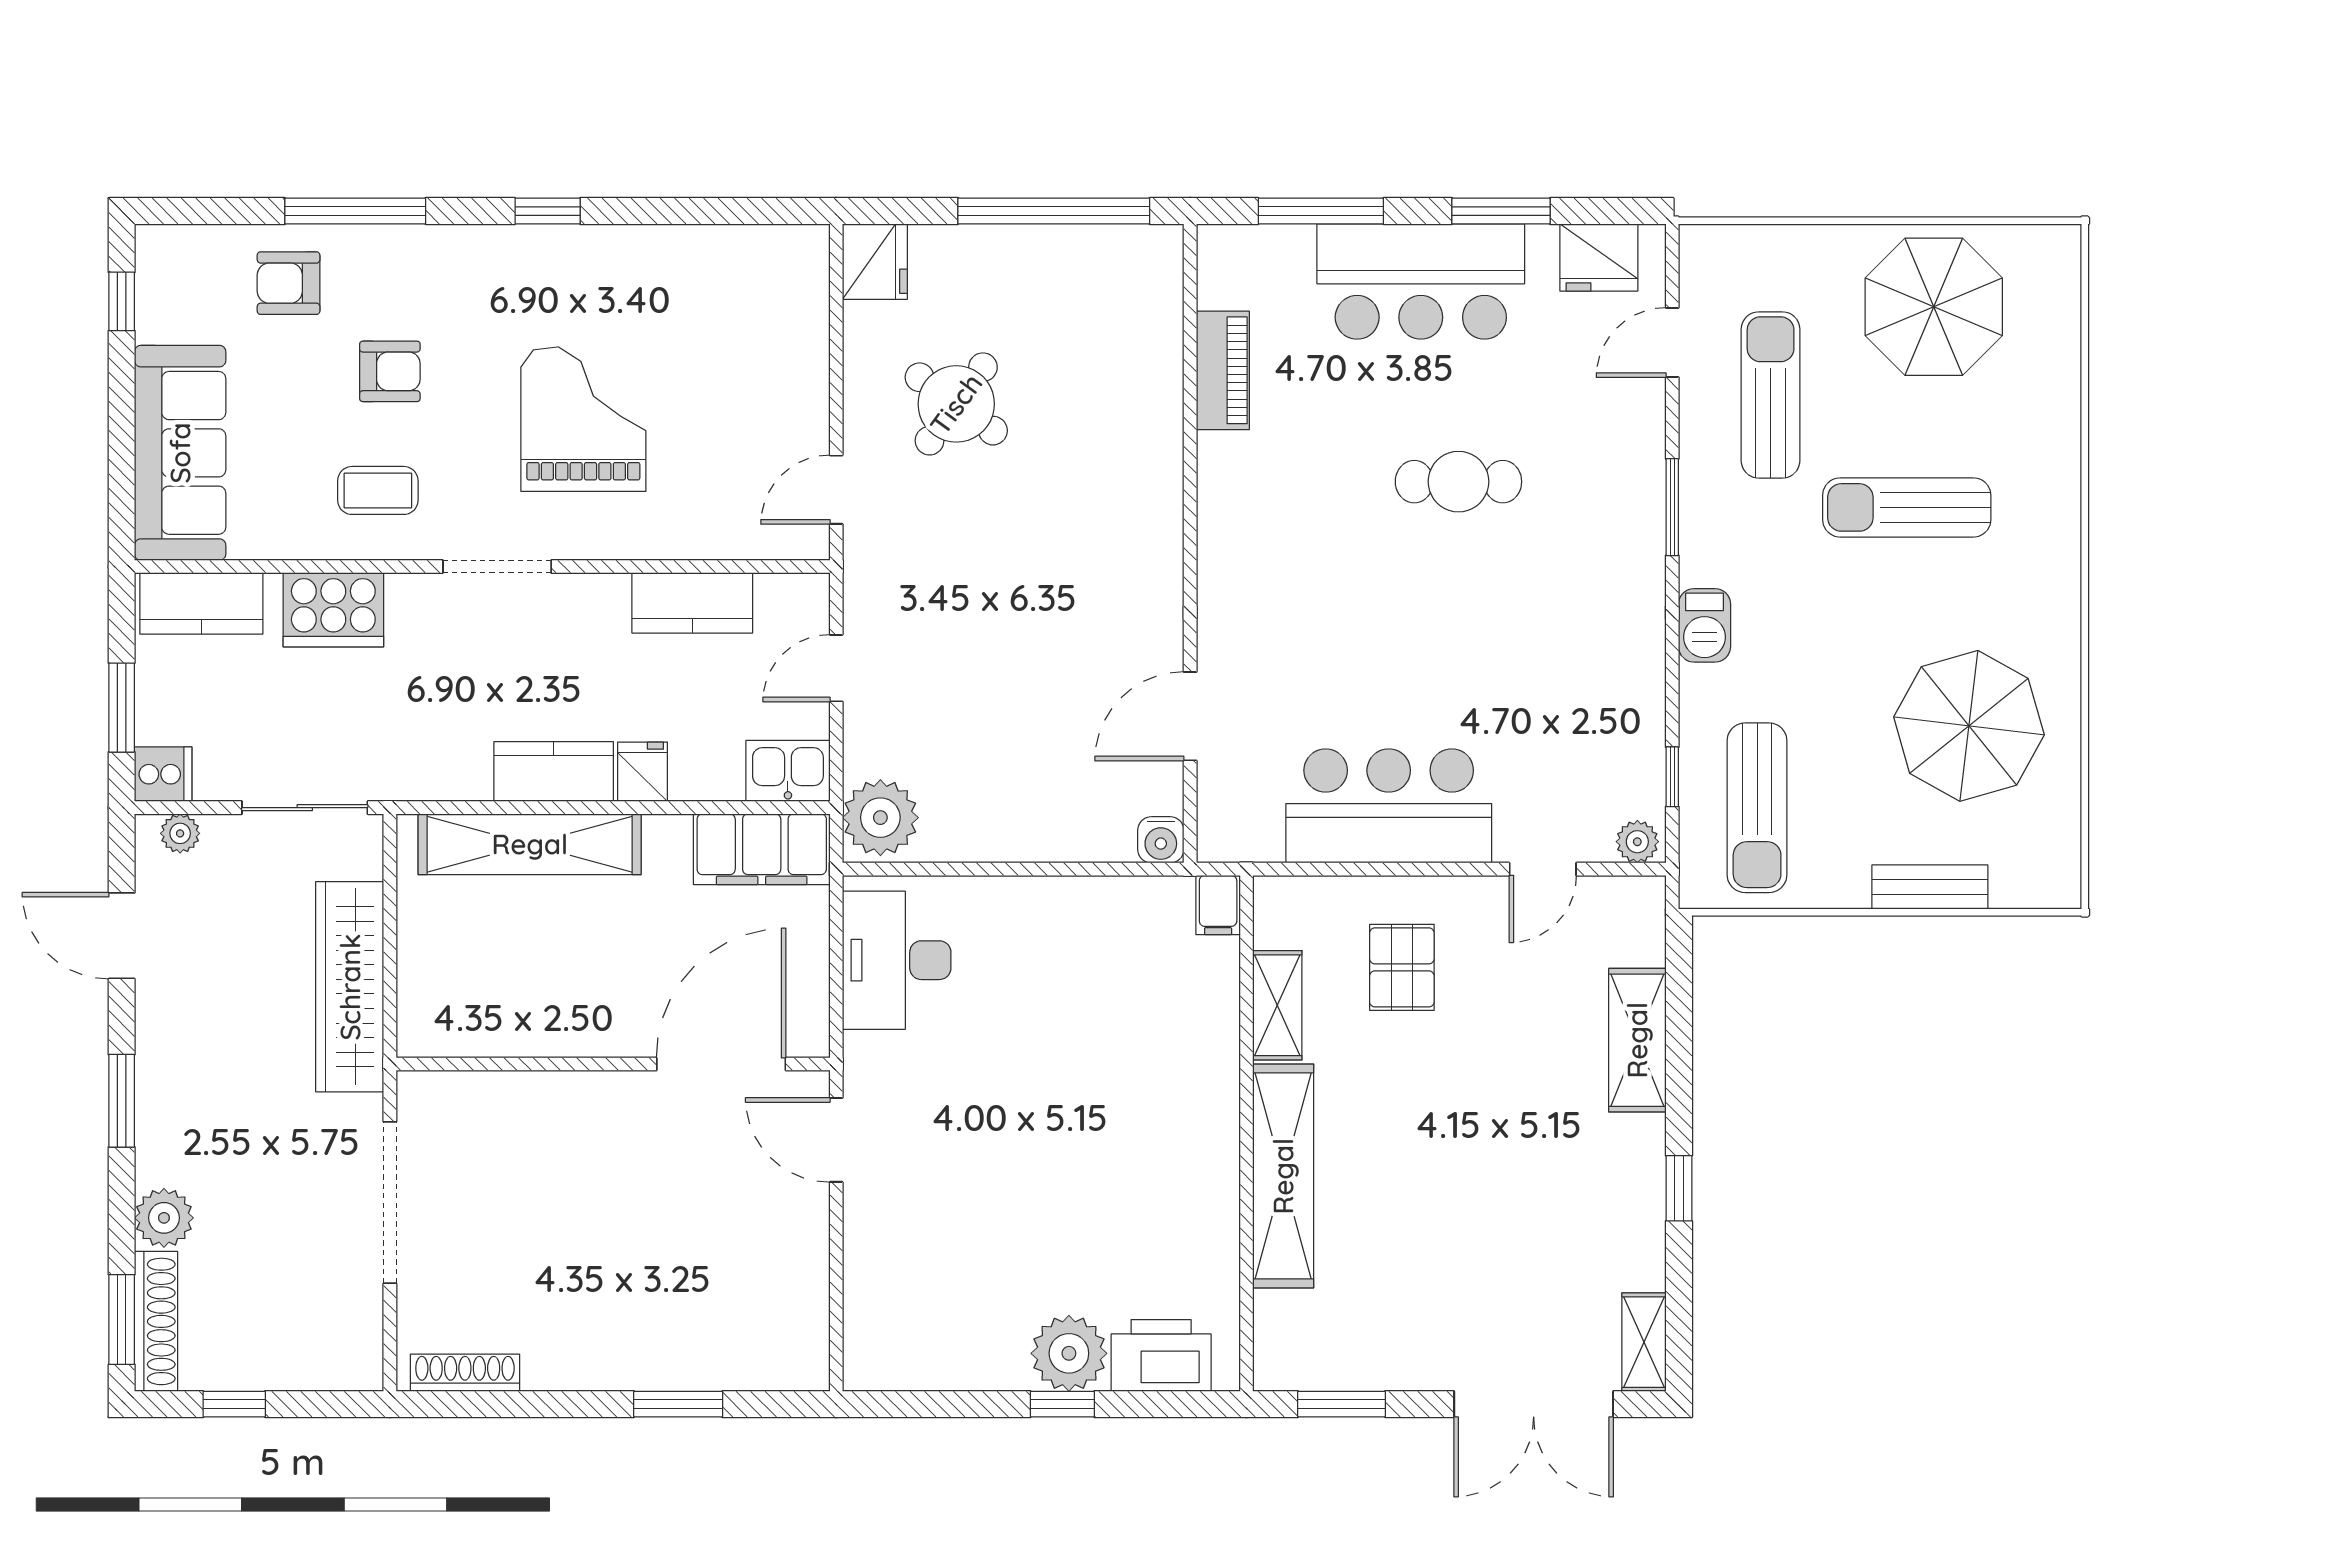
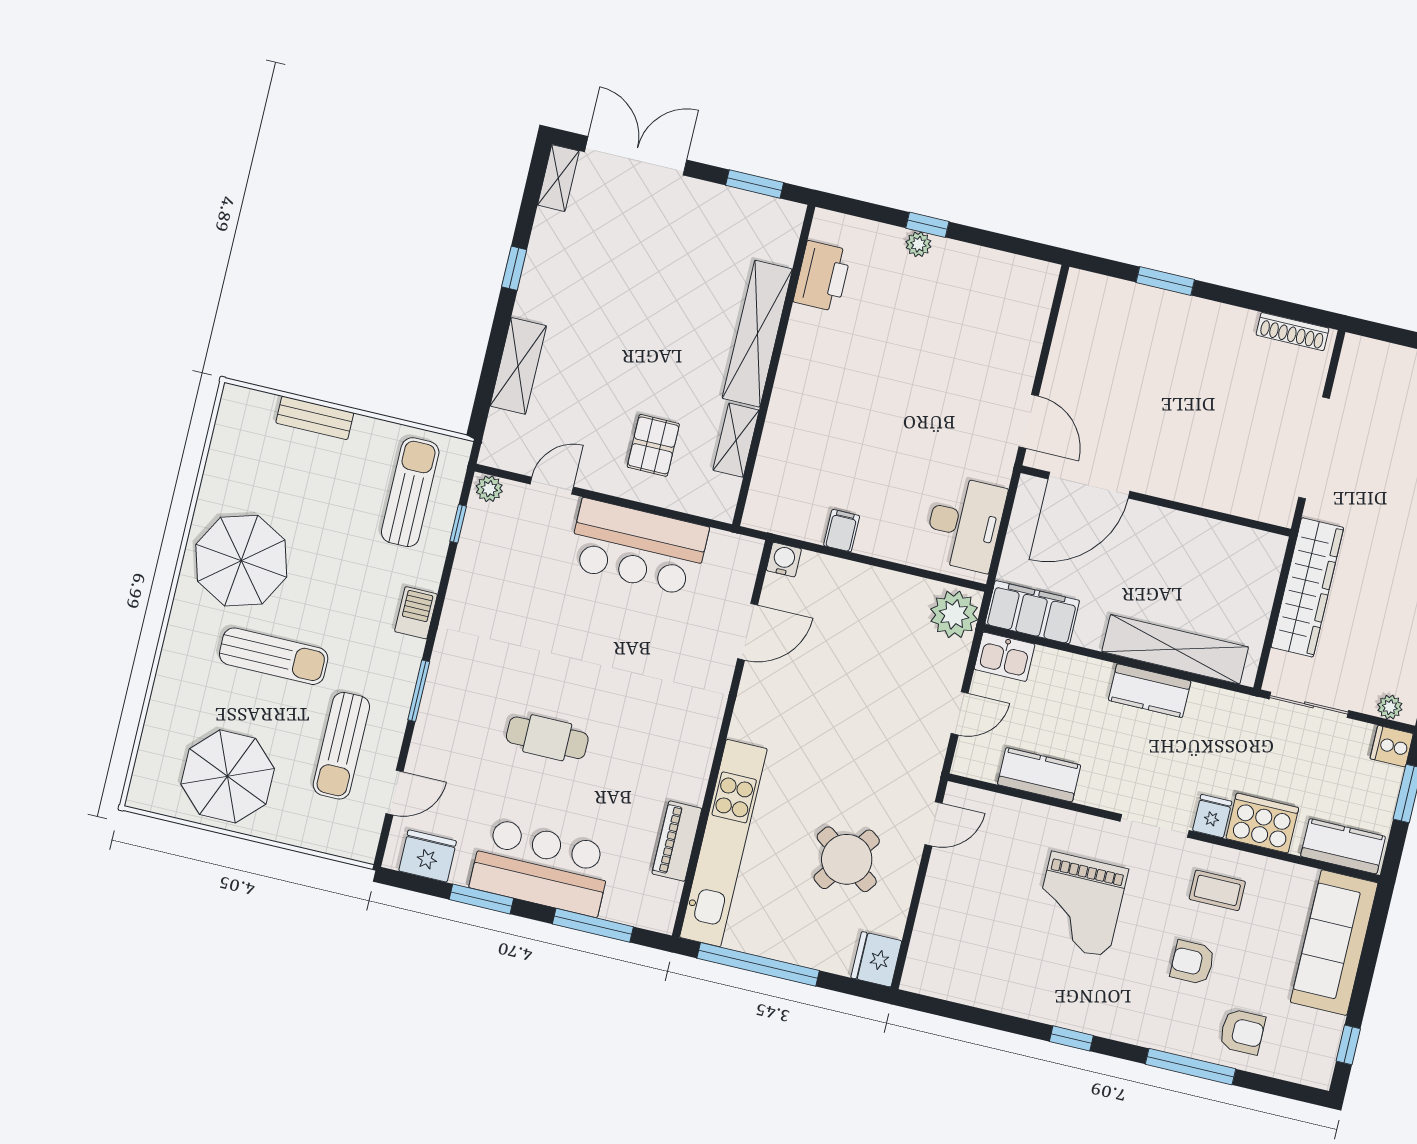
kitchen unit: (1151, 384) -> (723, 843), added
parasol: (1969, 726) -> (241, 561), moved
fridge: (643, 772) -> (1212, 816), moved, turned 180
filing cabinet: (1218, 905) -> (842, 531), moved
plant: (1069, 1353) -> (918, 244), width x0.53, depth x0.53
printer: (1161, 1355) -> (822, 276), moved, turned -90

